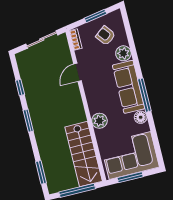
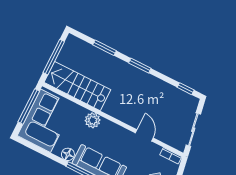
window: (20, 88) -> (186, 89), moved
window: (41, 172) -> (105, 48), moved
window: (130, 177) -> (29, 106), width x1.44

